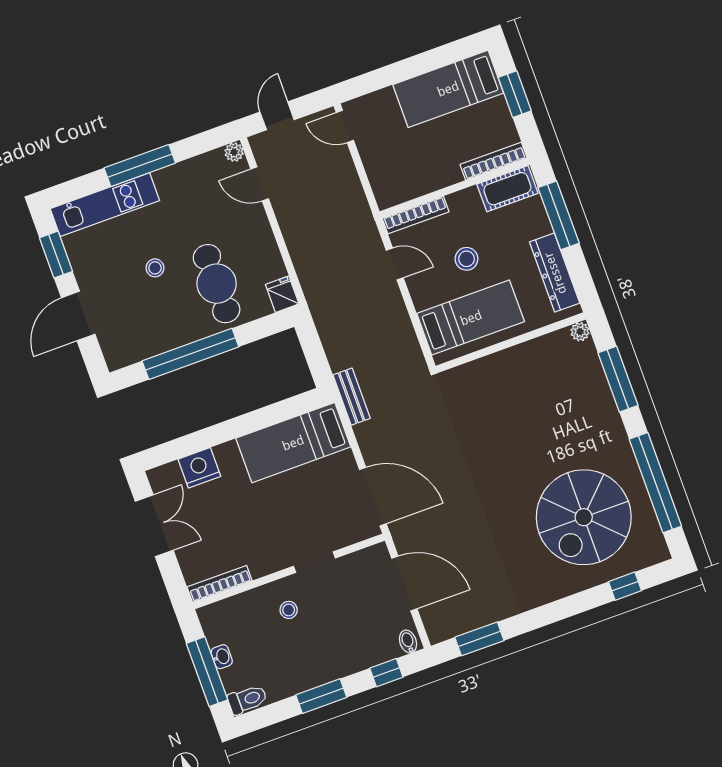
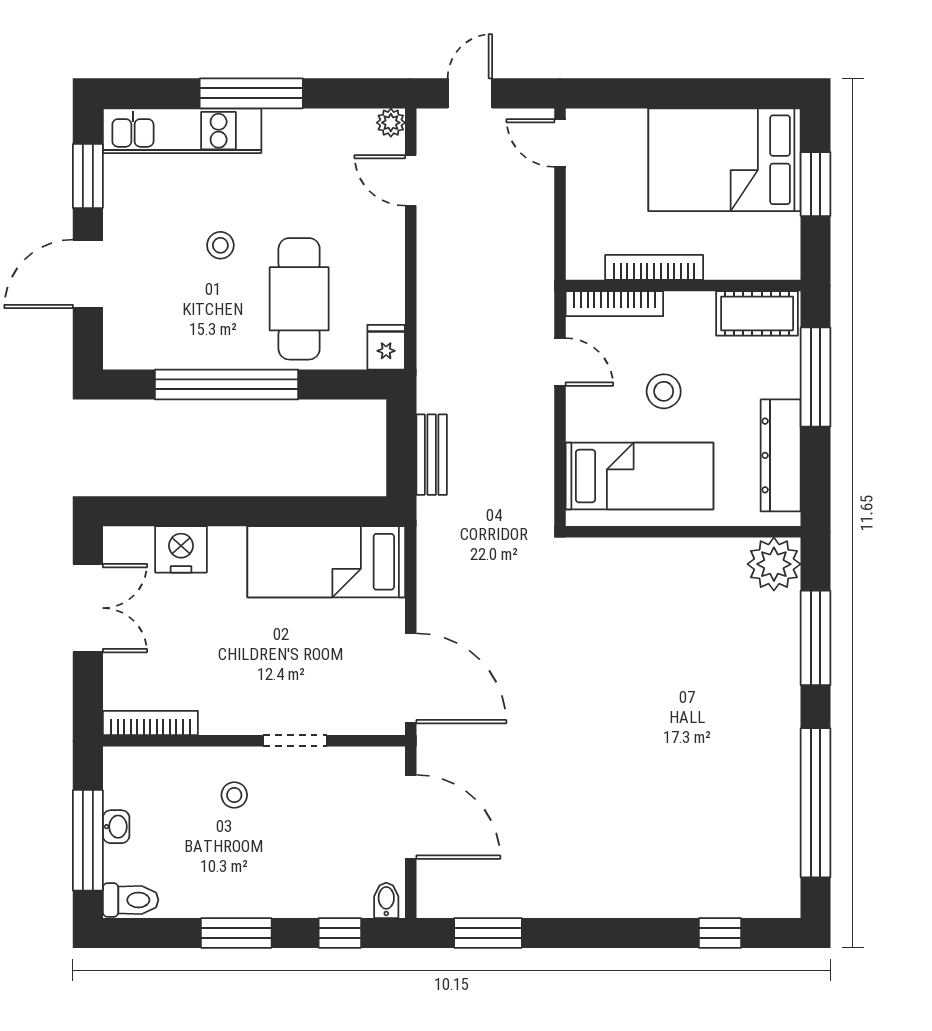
bed: (448, 89) -> (724, 160), width x1.50
bookcase: (494, 161) -> (654, 267), moved
plant: (580, 332) -> (774, 564), width x1.88, depth x1.88
bench: (352, 397) -> (432, 455), moved
spiral stairs: (584, 517) -> (697, 815), removed

